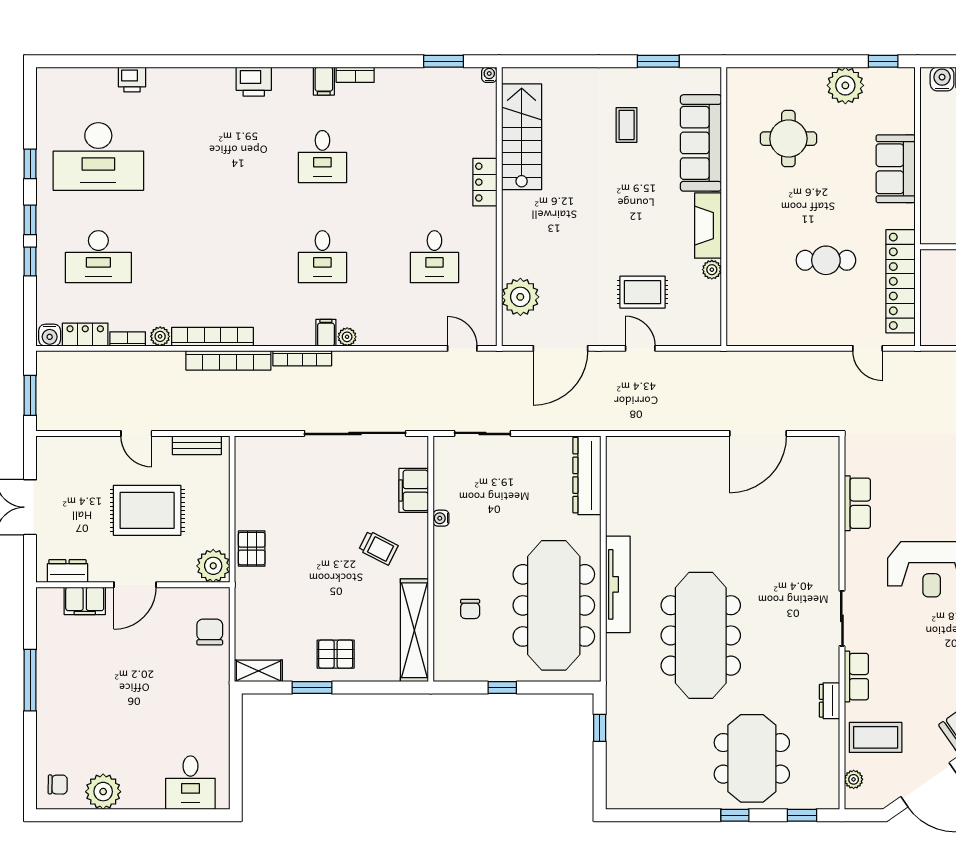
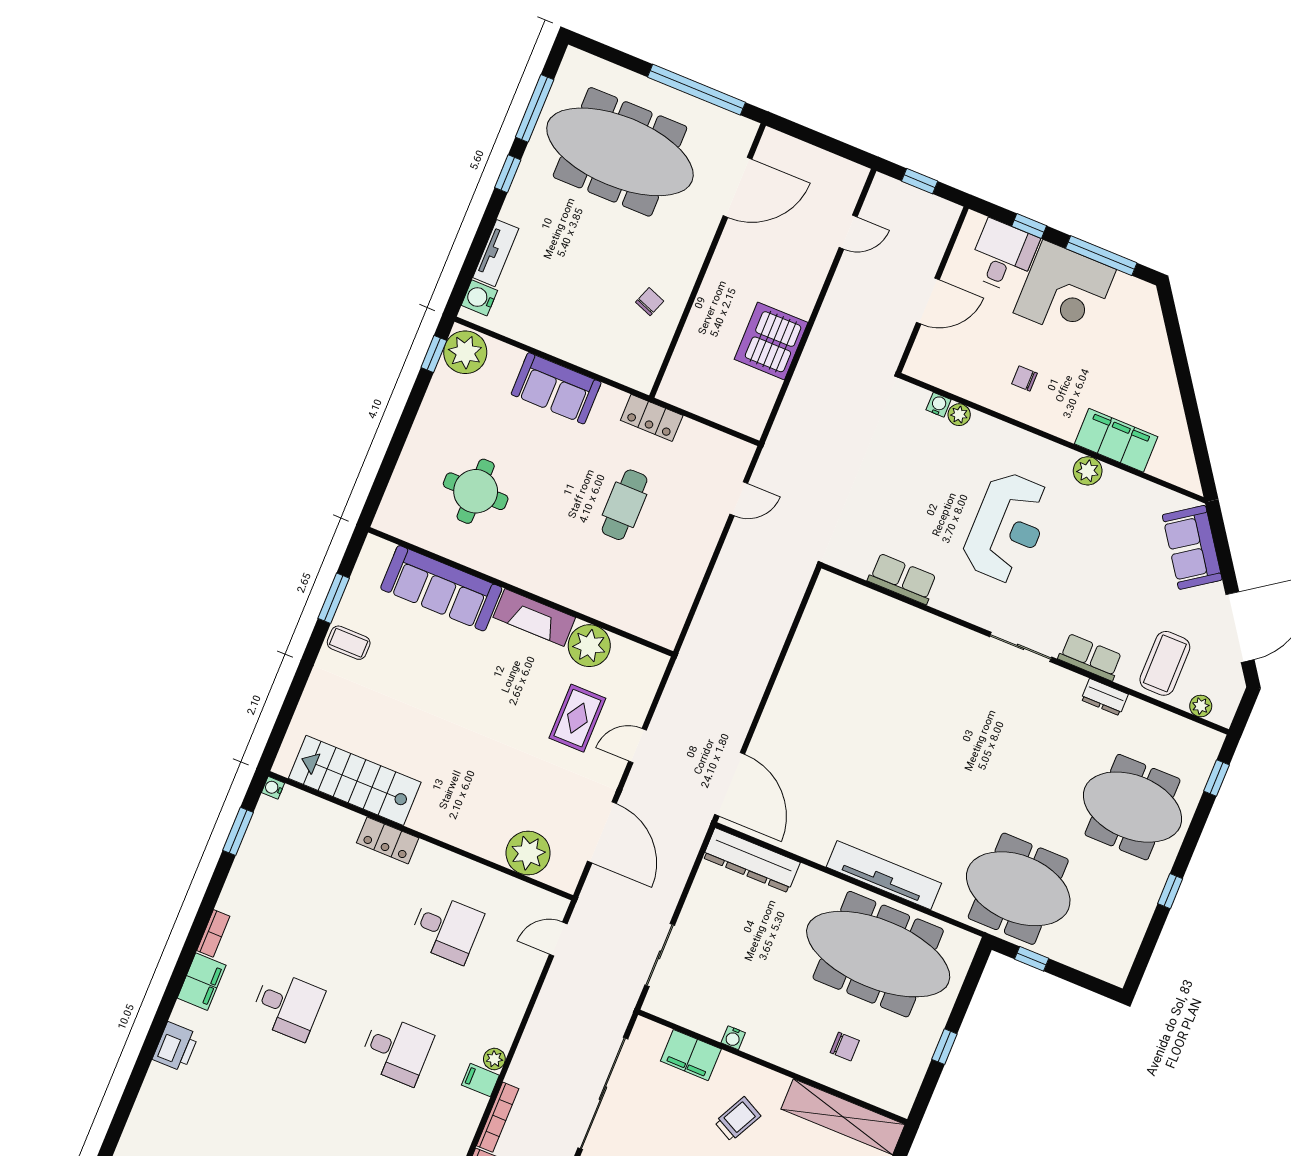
filing cabinet: (324, 81) -> (202, 982), width x2.00
plant: (845, 85) -> (465, 352), moved
coffee table: (627, 125) -> (349, 643), moved
plant: (712, 270) -> (589, 646), width x1.87, depth x1.87
locker: (901, 281) -> (652, 418), width x0.46, depth x0.83
door: (758, 433) -> (730, 784), moved
meeting table: (701, 635) -> (1018, 889), moved, width x0.73
window: (735, 815) -> (1170, 891), moved

